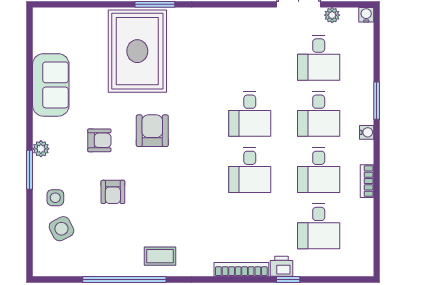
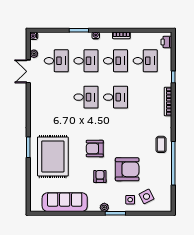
rug: (137, 51) -> (53, 156), turned 90
sofa: (51, 85) -> (65, 202), width x1.36
armchair: (113, 192) -> (127, 169), width x1.88, depth x1.88
printer: (281, 266) -> (166, 42), moved

